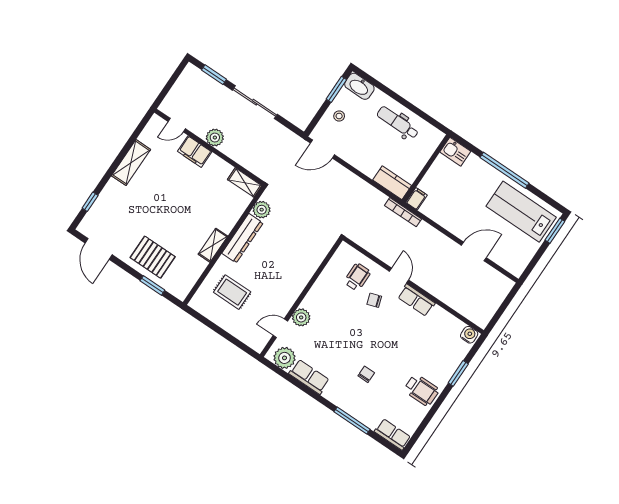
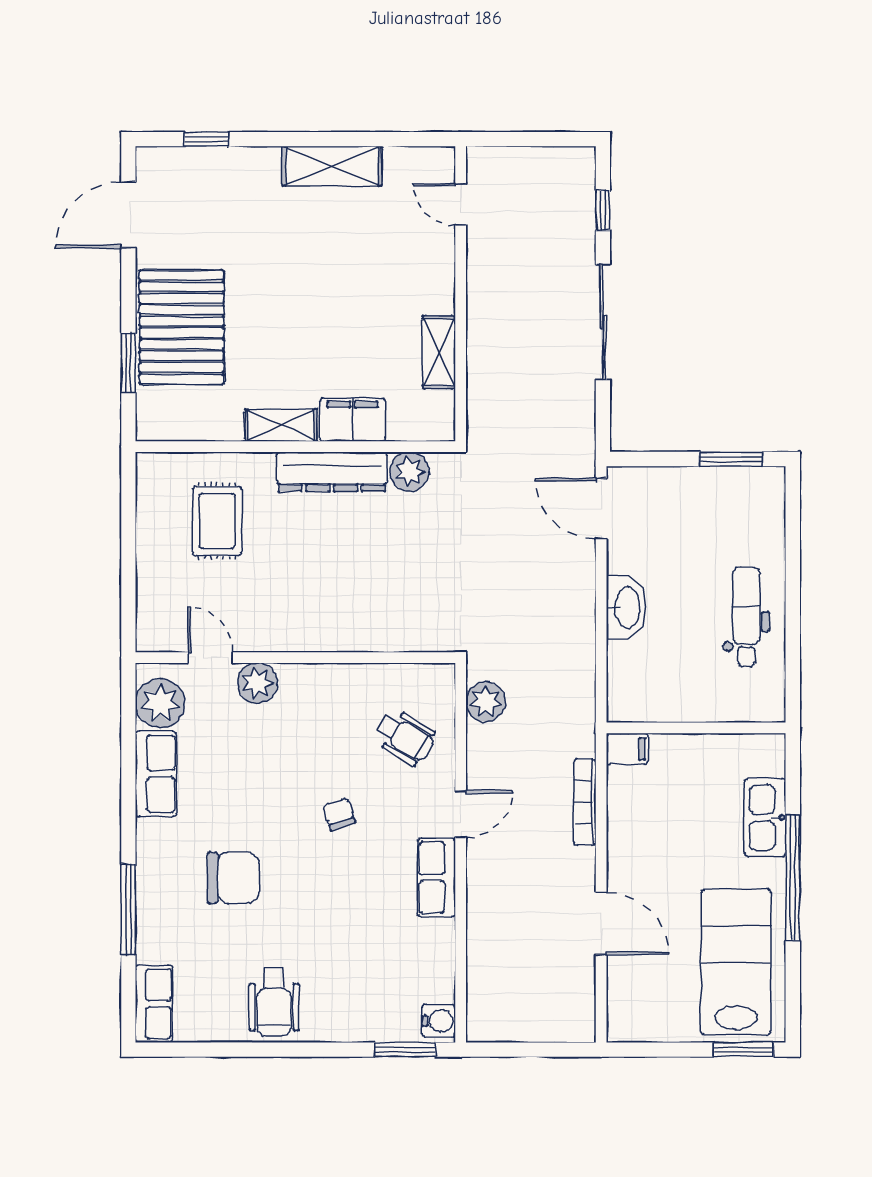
window: (214, 75) -> (603, 210), width x0.67
washbasin: (359, 86) -> (626, 608), moved, turned 180
stool: (339, 116) -> (684, 498), removed
plant: (215, 138) -> (486, 702), moved
filing cabinet: (195, 152) -> (353, 420), moved, turned 90
kitchen sink: (455, 152) -> (765, 818), moved, width x1.38
shelving: (245, 183) -> (439, 352), moved
kitchen counter: (392, 183) -> (626, 683), removed
bookcase: (403, 212) -> (585, 802), moved
pallet: (153, 257) -> (182, 327), width x1.37, depth x1.41
wheelchair: (357, 277) -> (405, 737), turned 31
chair: (374, 300) -> (339, 814), moved
window: (458, 373) -> (405, 1050), moved
chair: (366, 374) -> (233, 878), width x1.87, depth x1.87

